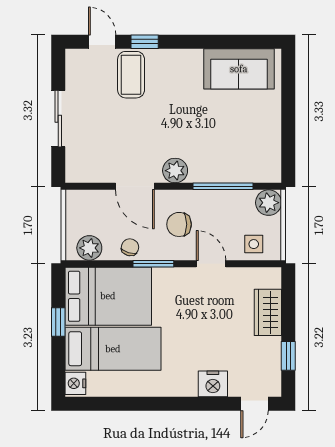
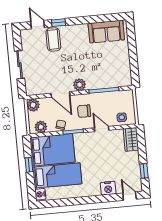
plant: (269, 203) -> (33, 105), moved
wardrobe: (268, 312) -> (131, 140), moved
door: (254, 404) -> (130, 196), swing flipped

